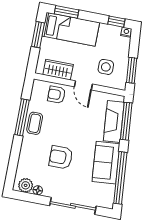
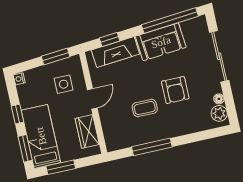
window: (116, 22) -> (17, 114), moved
armchair: (56, 95) -> (114, 122), removed
window: (126, 121) -> (110, 39), width x0.46
coffee table: (35, 123) -> (145, 108), moved

